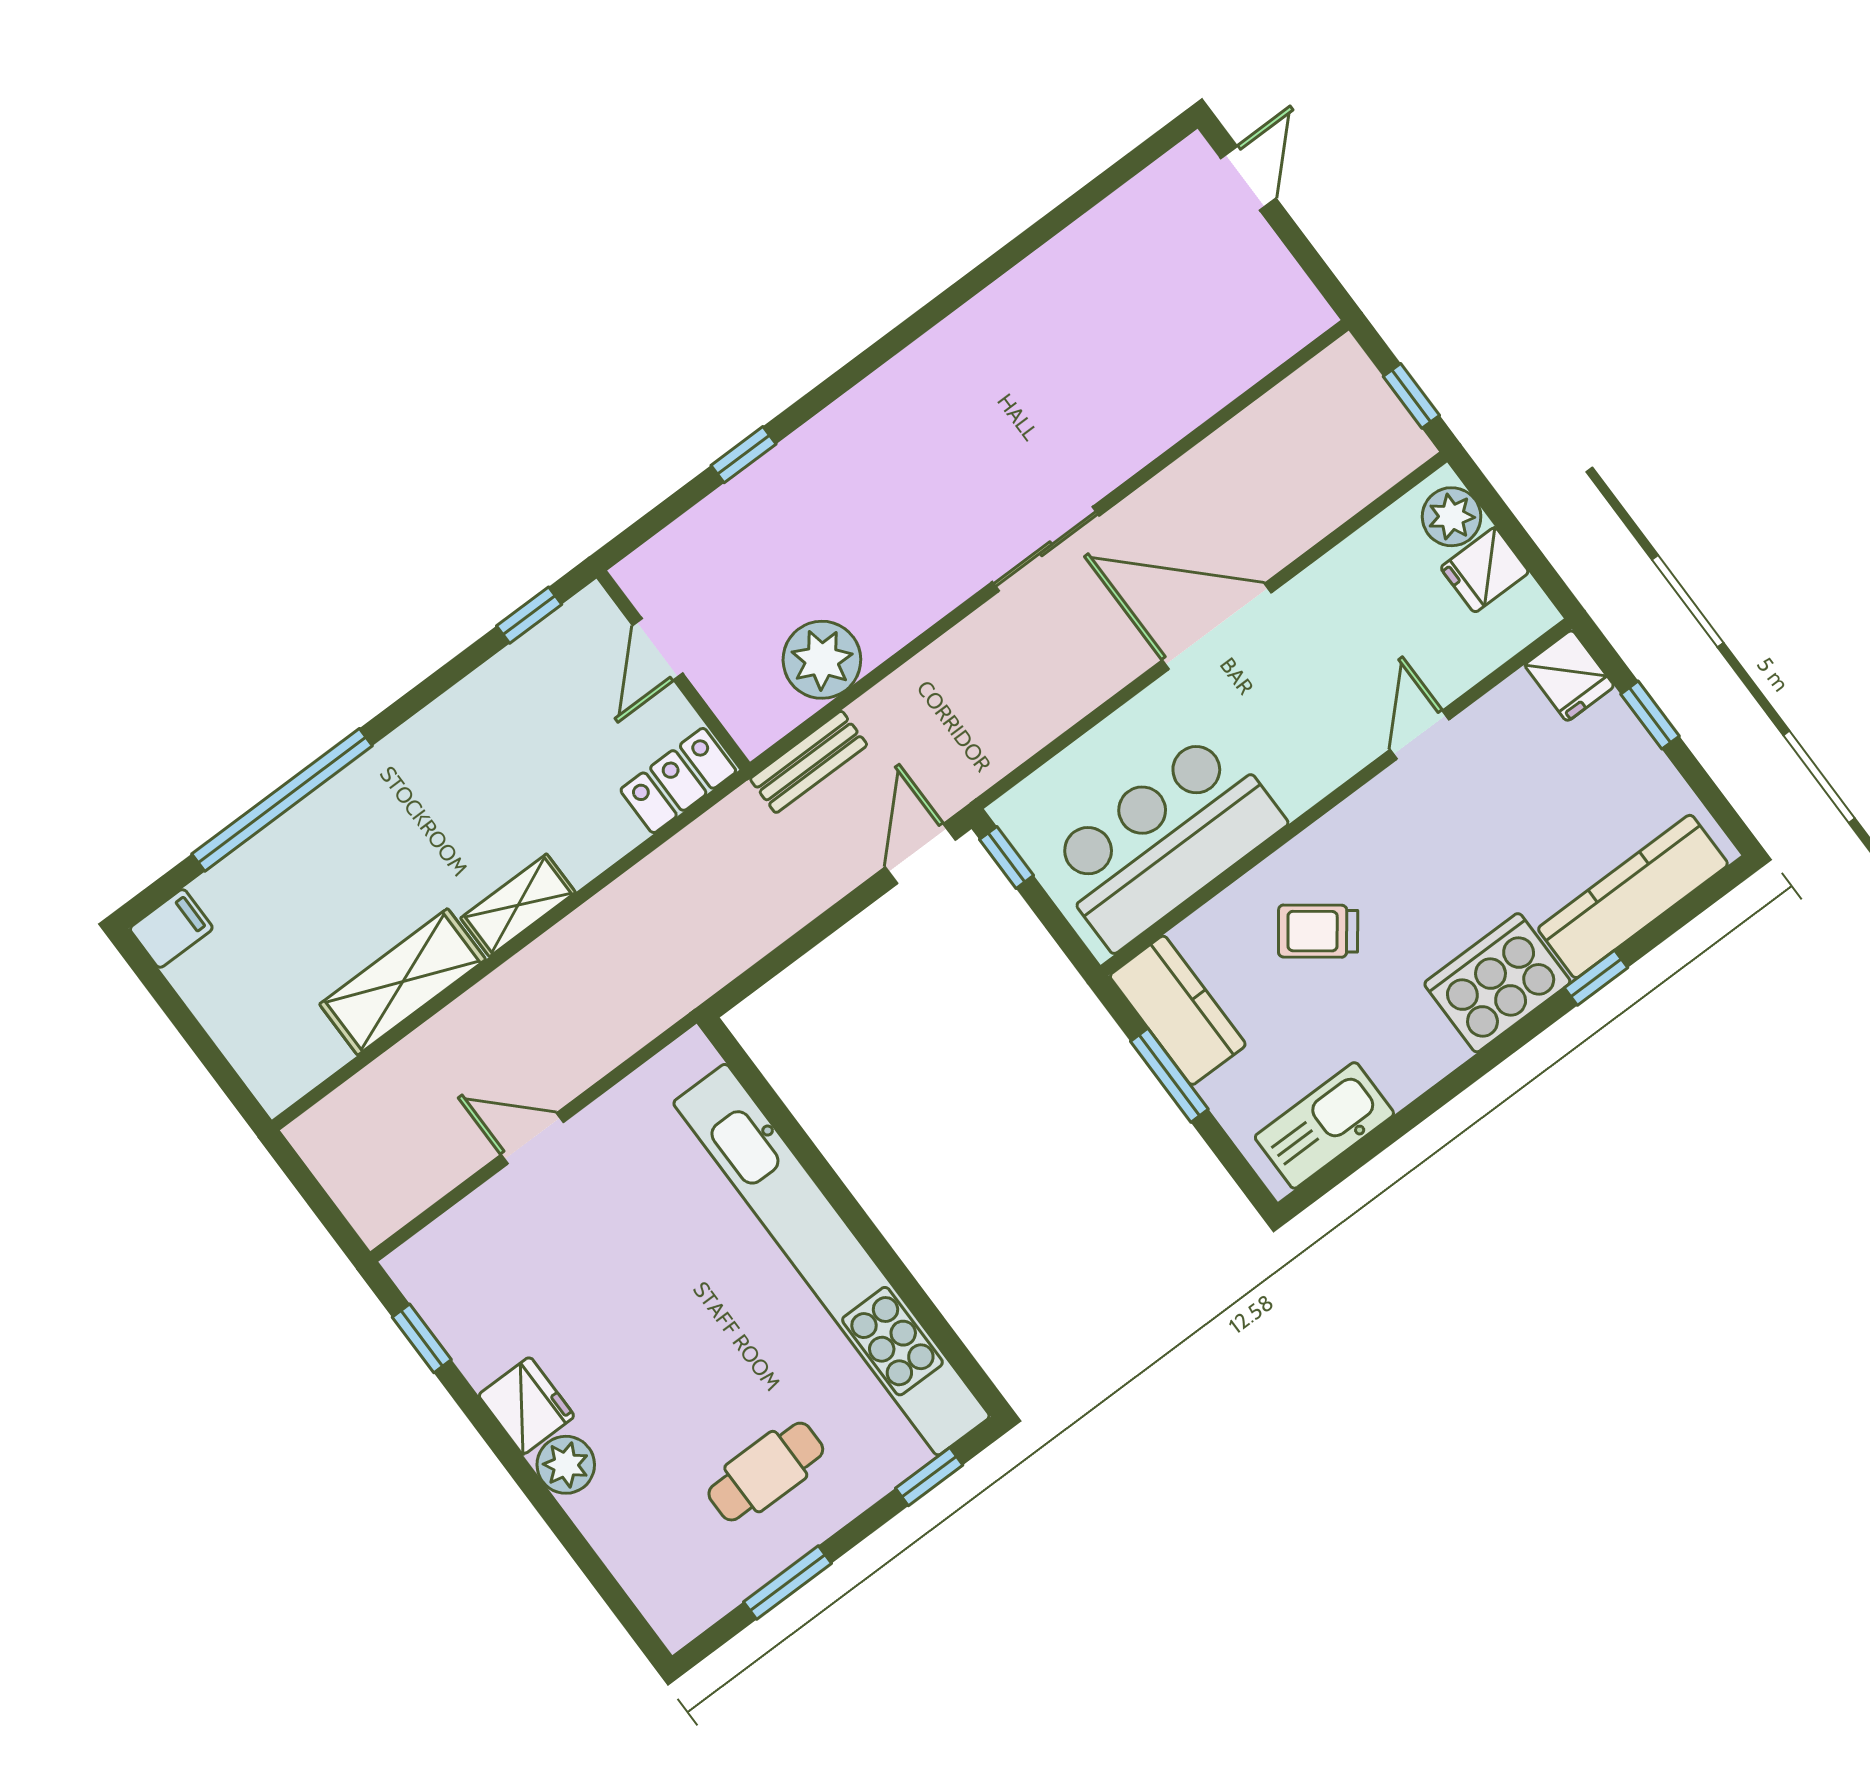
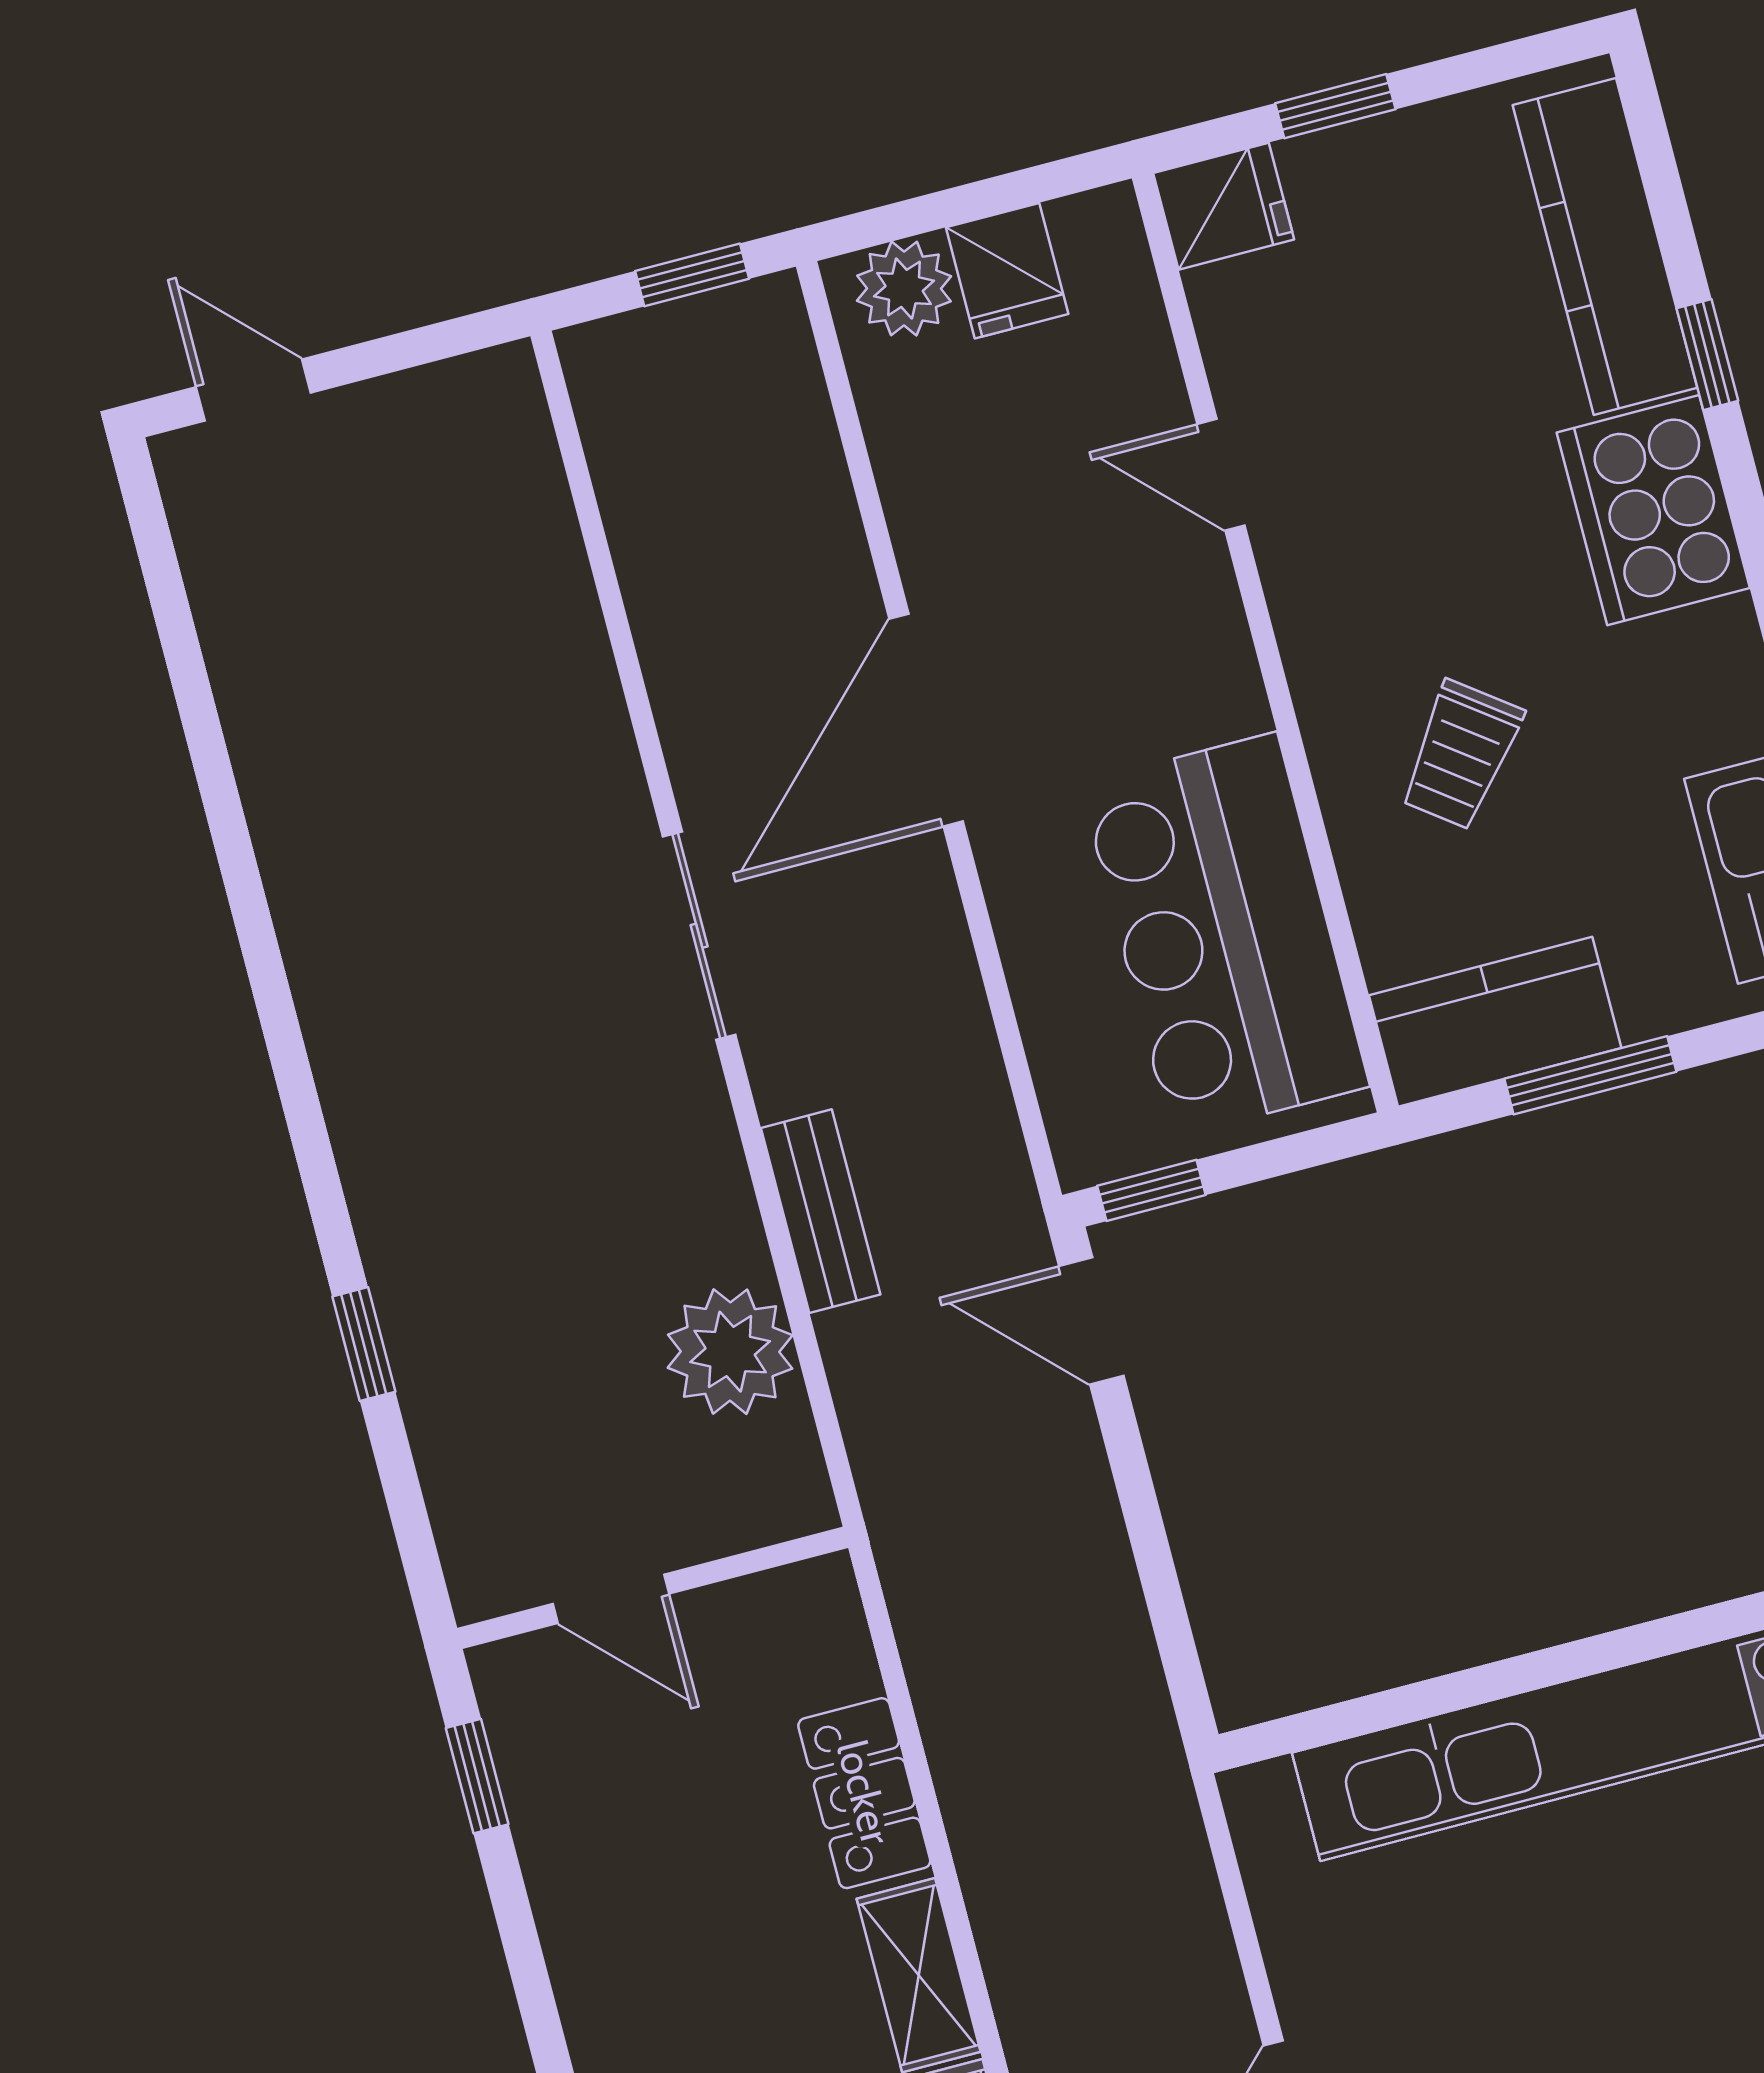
bench: (809, 762) -> (821, 1211), moved
locker: (678, 781) -> (864, 1793), moved

